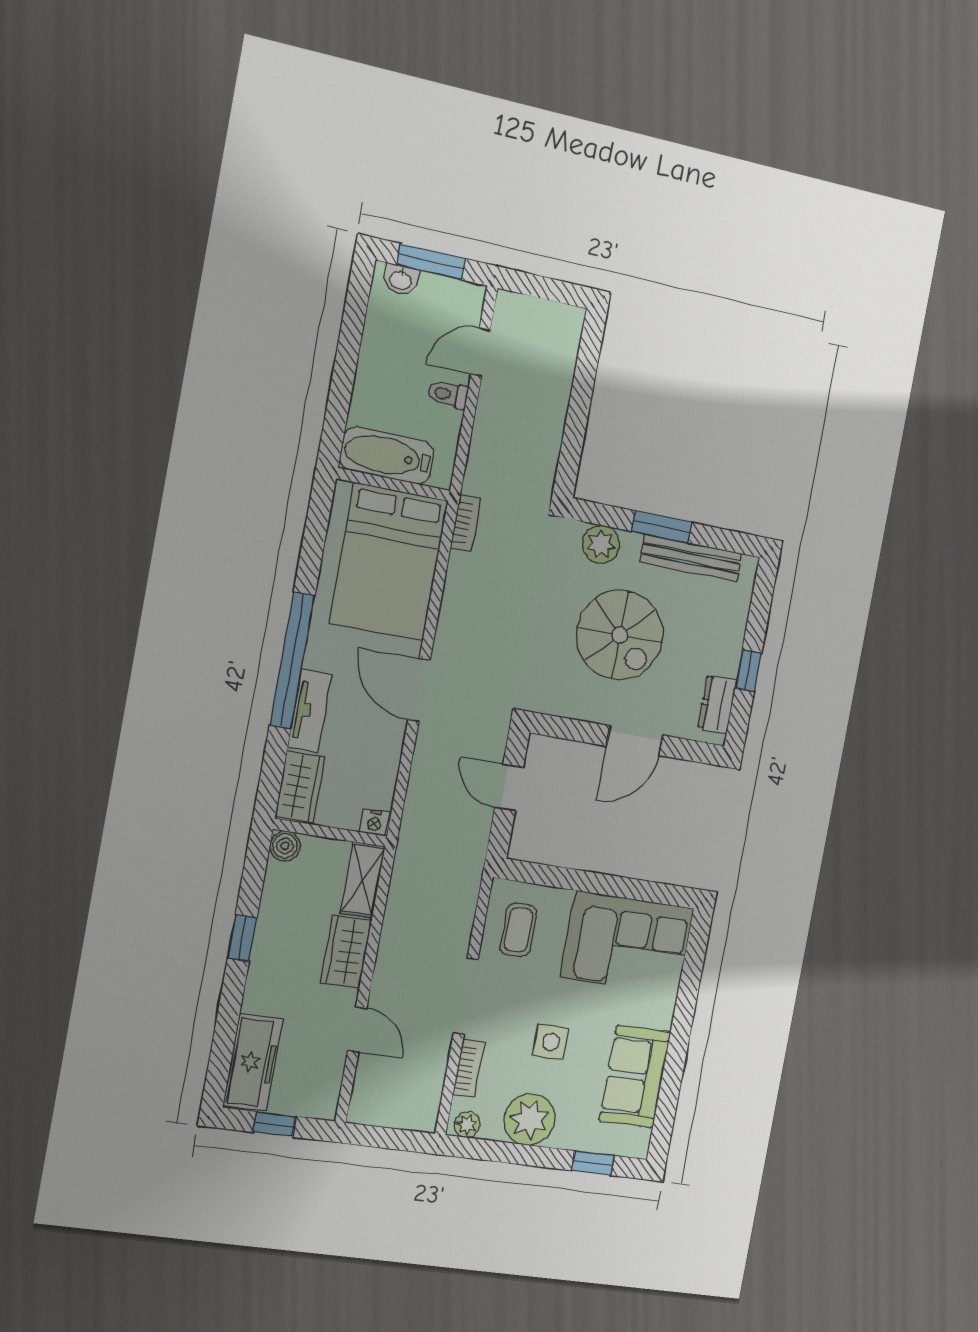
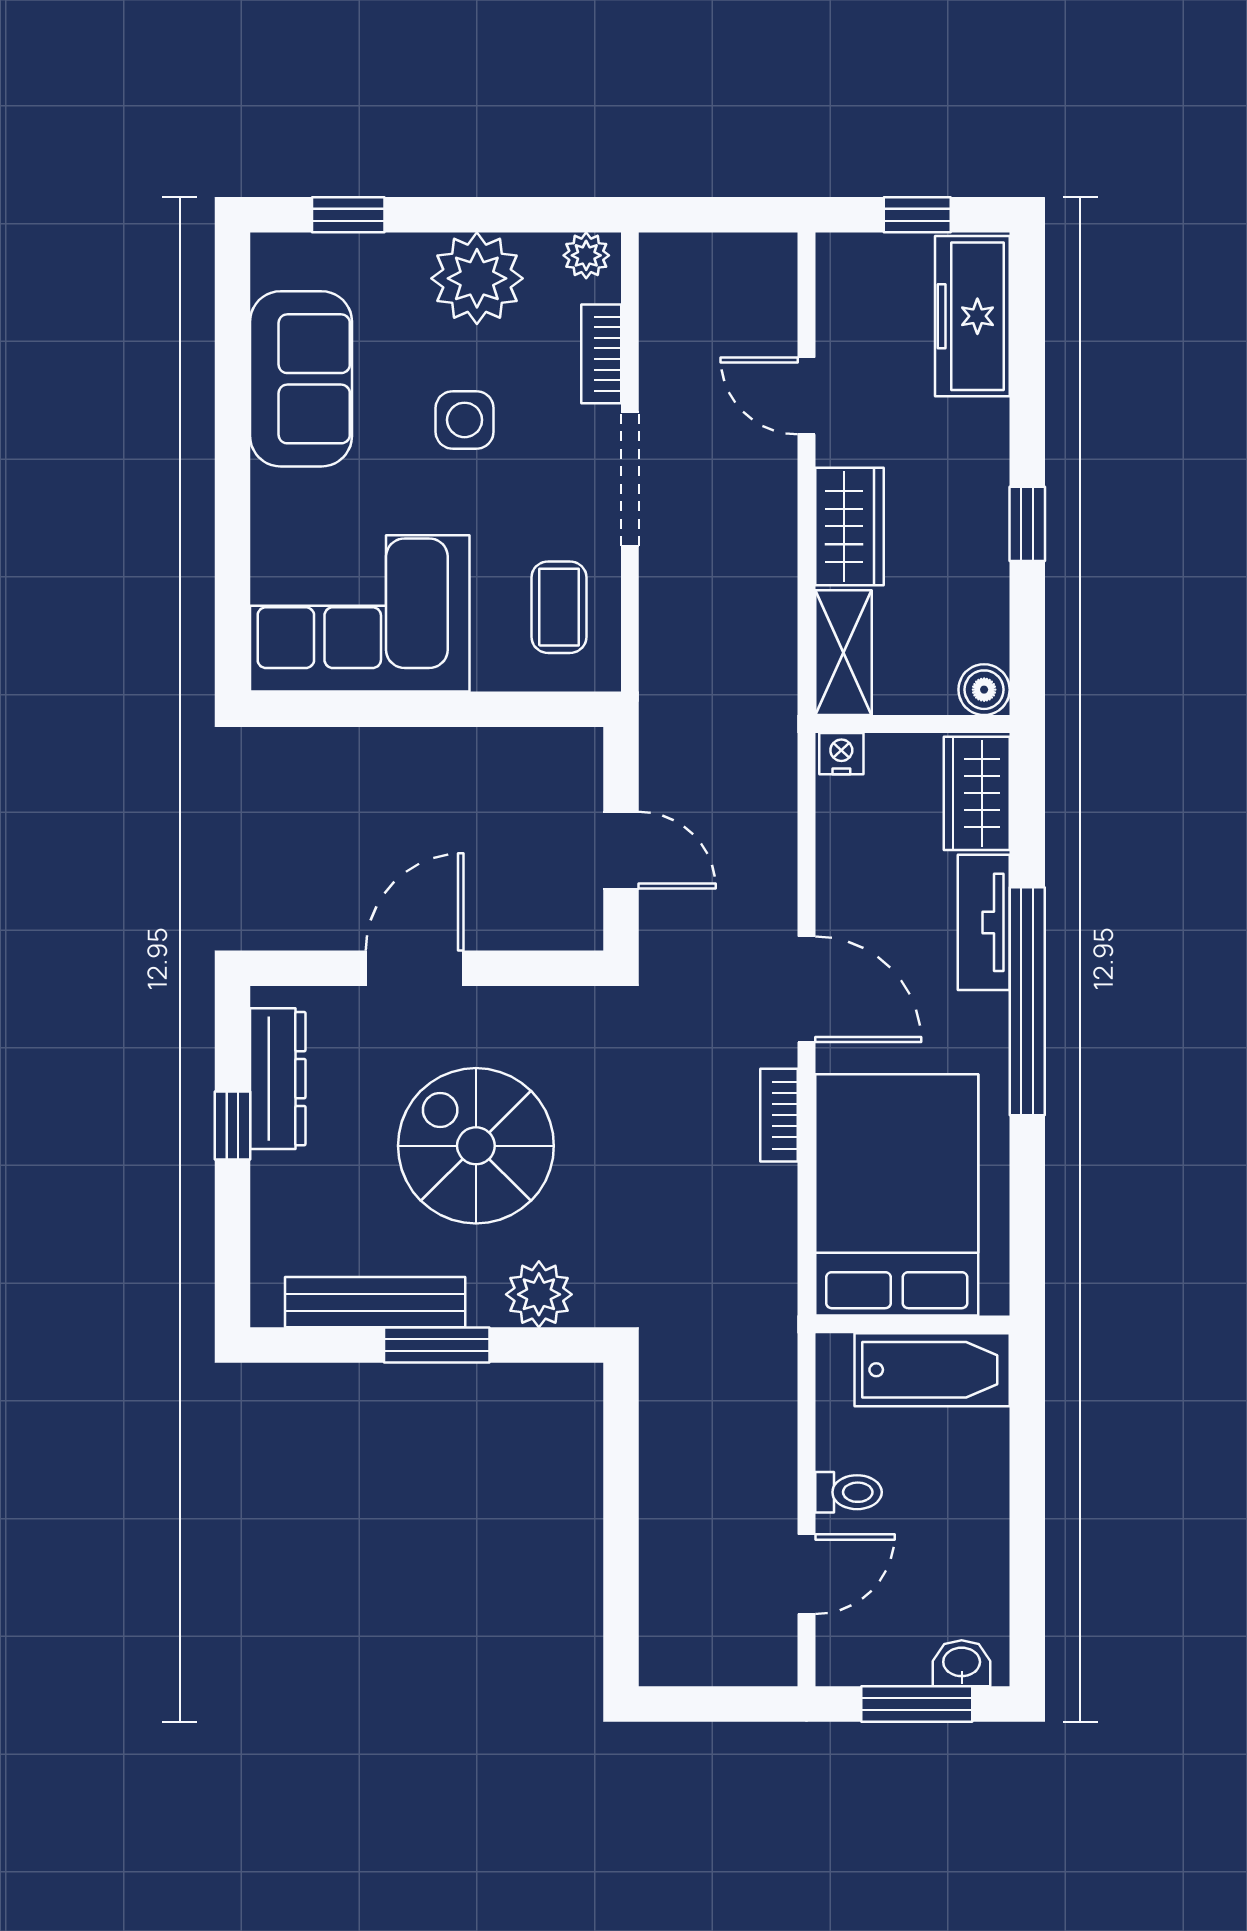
bookcase: (466, 523) -> (779, 1115), moved
dresser: (717, 704) -> (278, 1079), width x1.44

